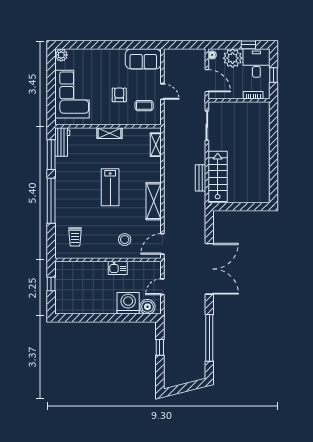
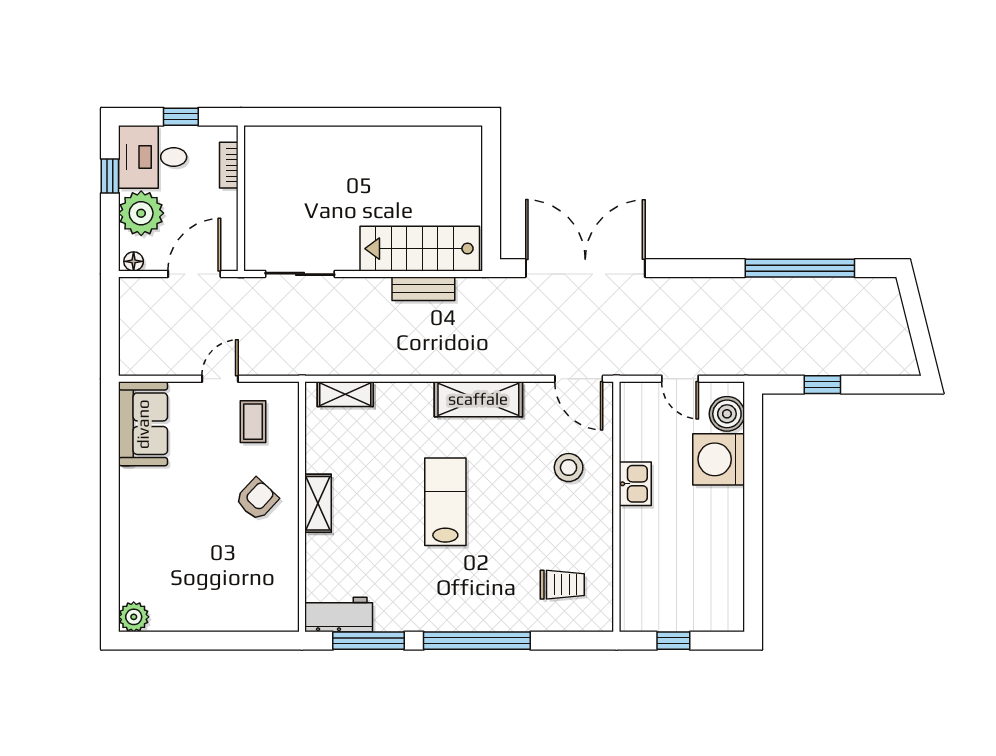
corner sofa: (72, 94) -> (226, 592), removed
armchair: (119, 95) -> (257, 499), moved, turned 133
lab bench: (110, 187) -> (445, 502), turned -90
double door: (209, 269) -> (585, 268), moved

